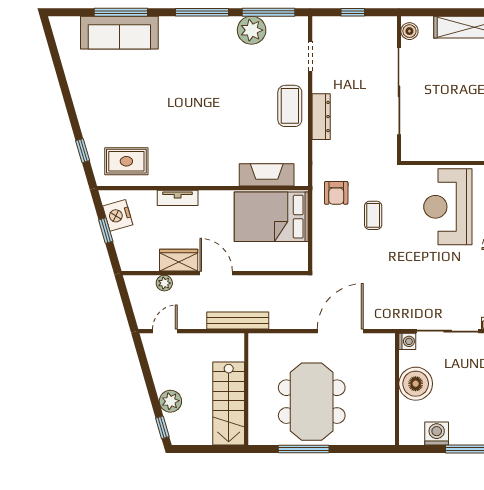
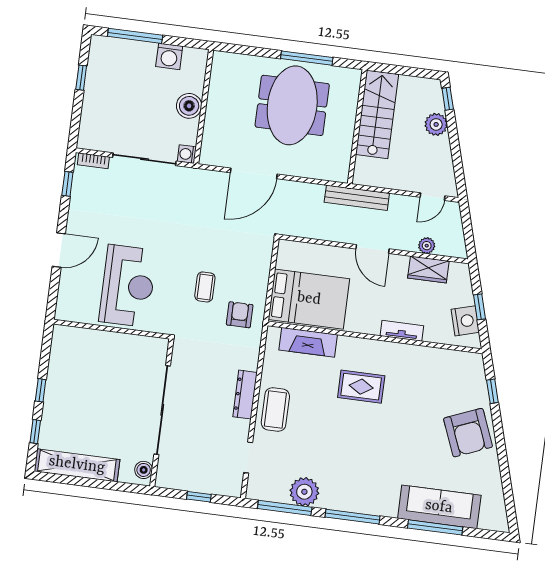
armchair: (101, 108) -> (468, 433), added
rug: (126, 161) -> (361, 387), moved
wardrobe: (179, 260) -> (428, 270), moved
boiler: (416, 384) -> (189, 106), width x0.73, depth x0.73

